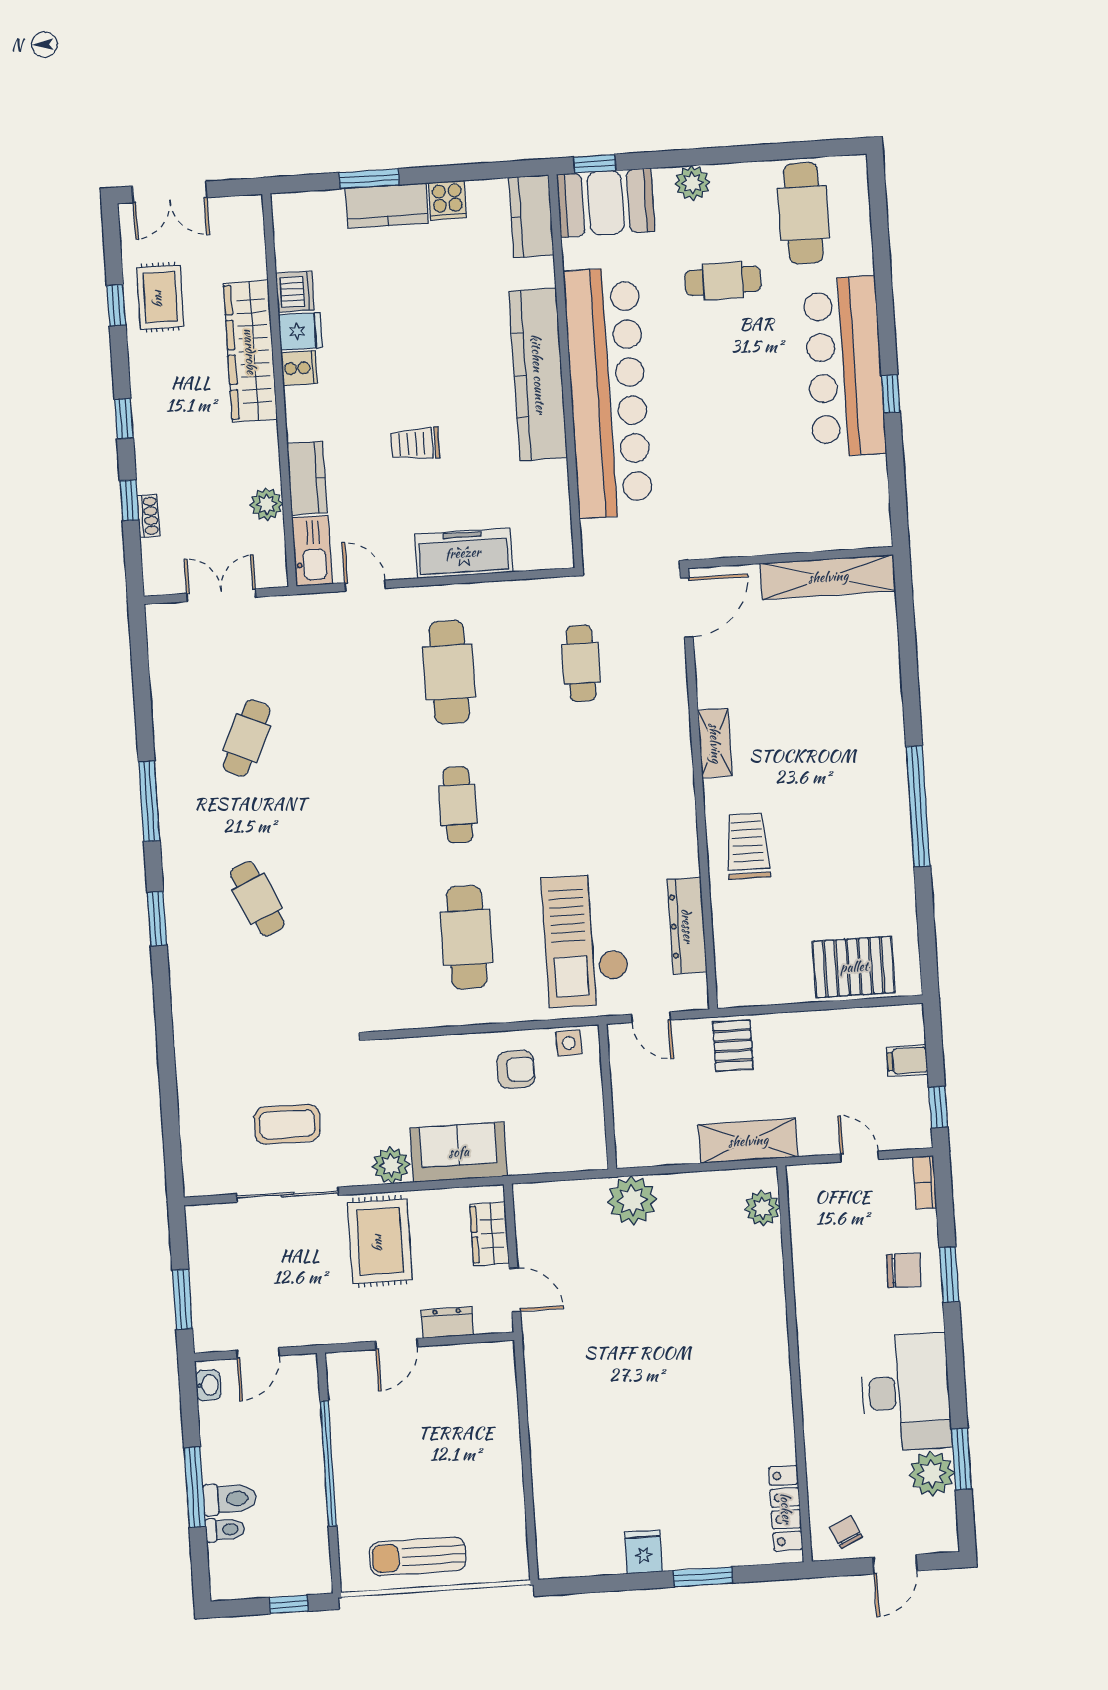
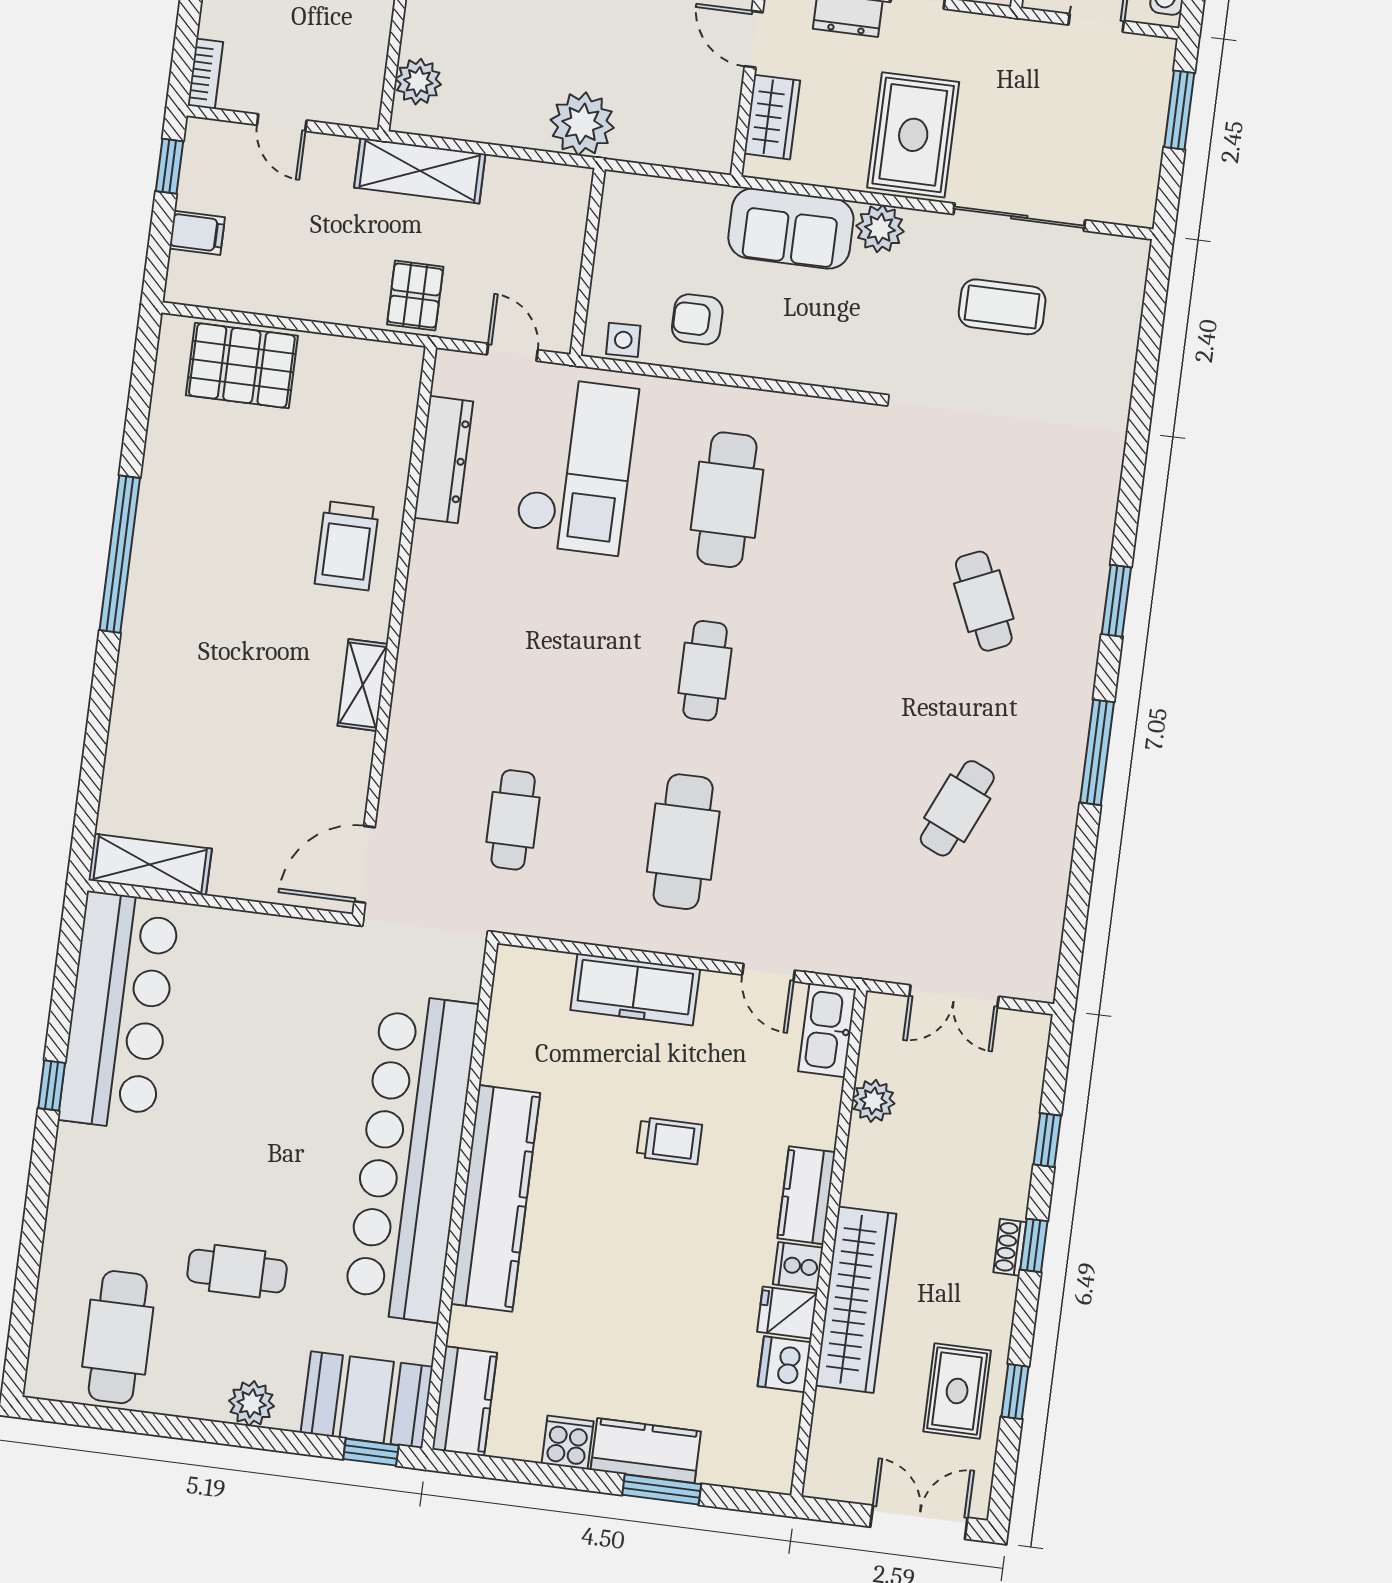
bar counter: (845, 367) -> (119, 1011), moved
kitchen counter: (307, 478) -> (806, 1195), moved
shoe rack: (148, 516) -> (1010, 1247), moved
shelving: (828, 577) -> (150, 865), width x0.68

